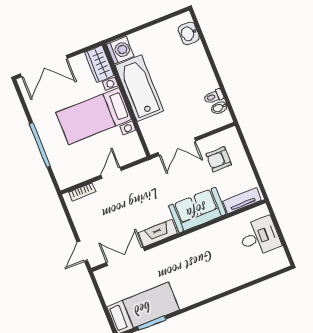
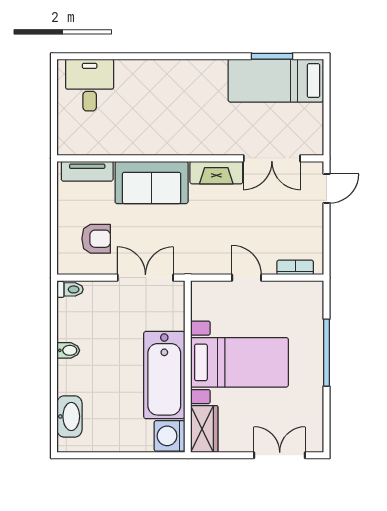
washbasin: (189, 33) -> (69, 416), width x1.38
double door: (44, 66) -> (280, 455), width x0.73
toilet: (213, 97) -> (70, 289), moved
bidet: (219, 108) -> (68, 350), moved
door: (111, 173) -> (247, 278), swing flipped
desk: (260, 237) -> (90, 85), moved, turned 90

